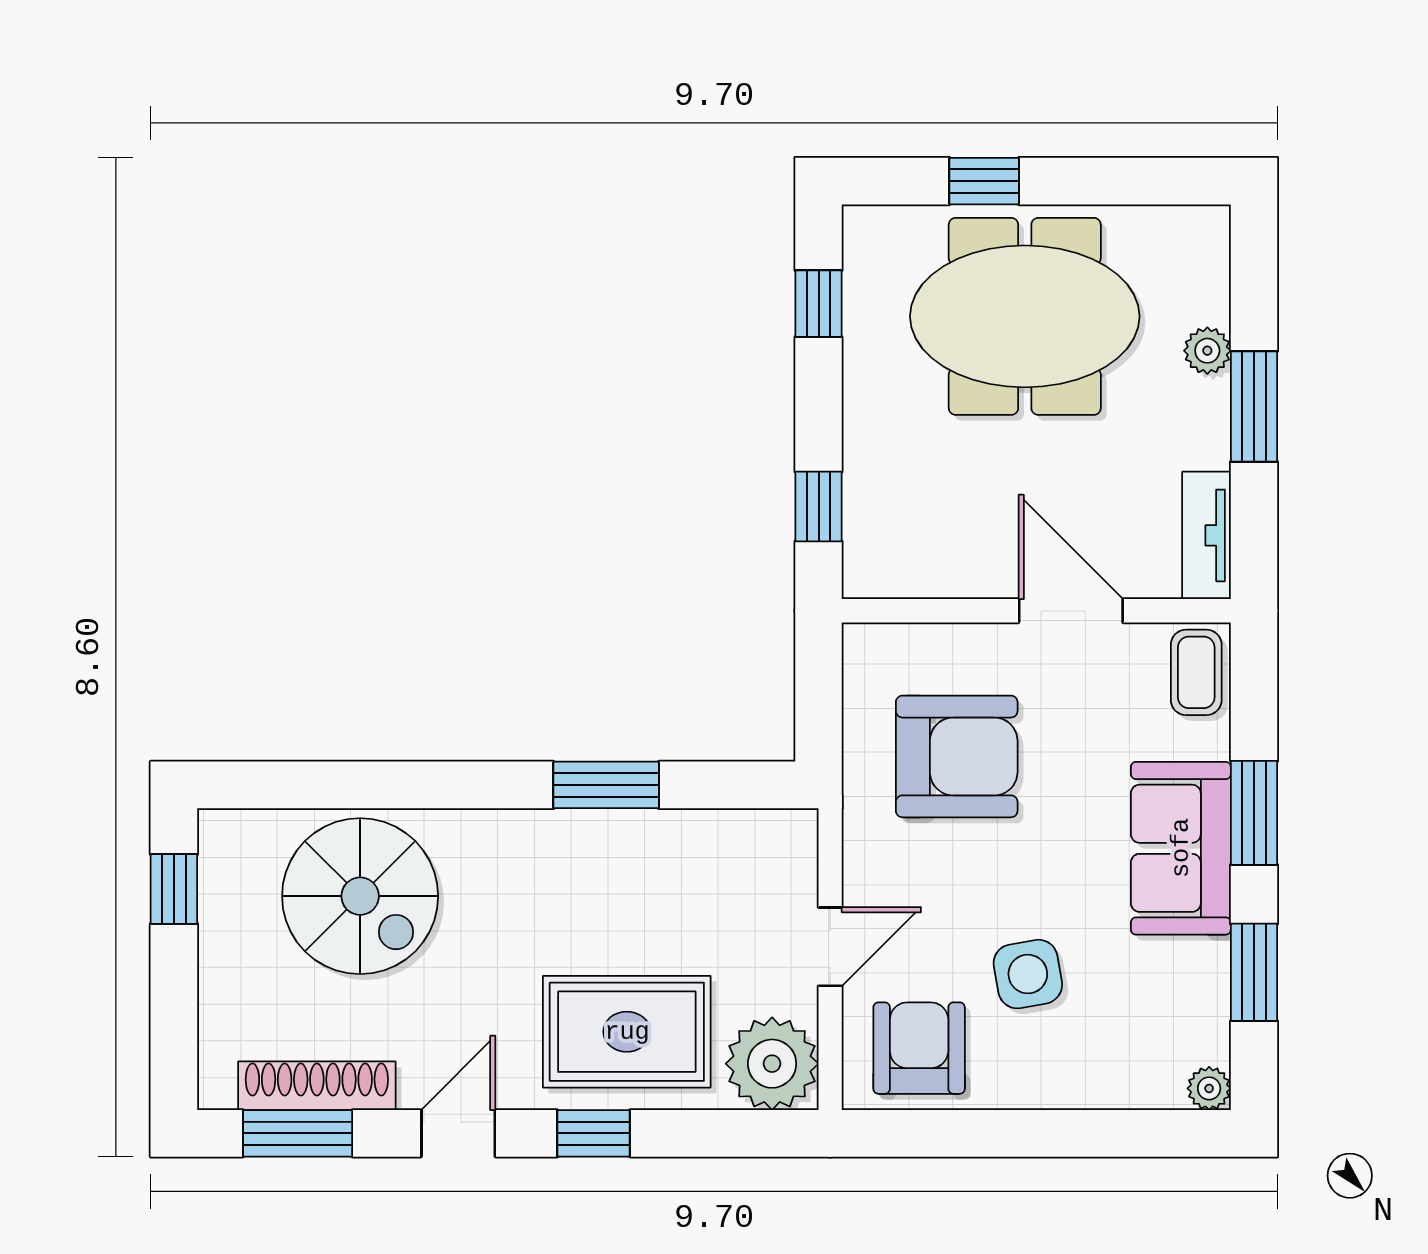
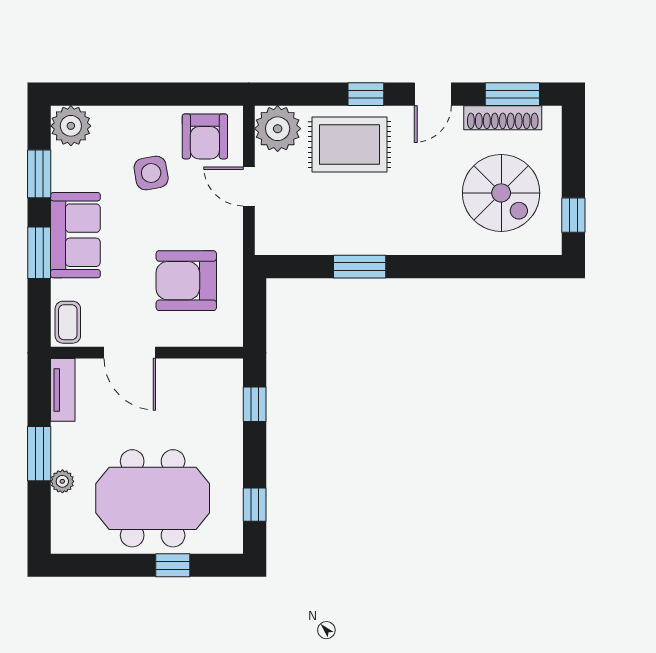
spiral stairs: (360, 896) -> (501, 193), moved, turned 180
door: (830, 947) -> (249, 187), hinge flipped
plant: (1209, 1088) -> (71, 126), width x1.88, depth x1.88

